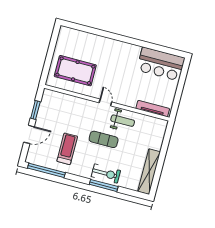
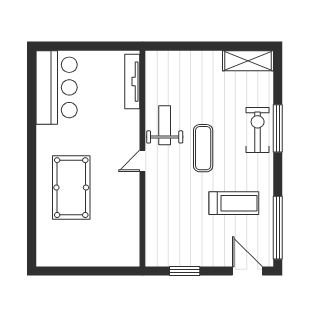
pool table: (75, 71) -> (71, 188), moved
door: (29, 134) -> (247, 271), moved
treadmill: (67, 149) -> (234, 203), turned 180
shelving: (149, 172) -> (248, 61), width x0.68

